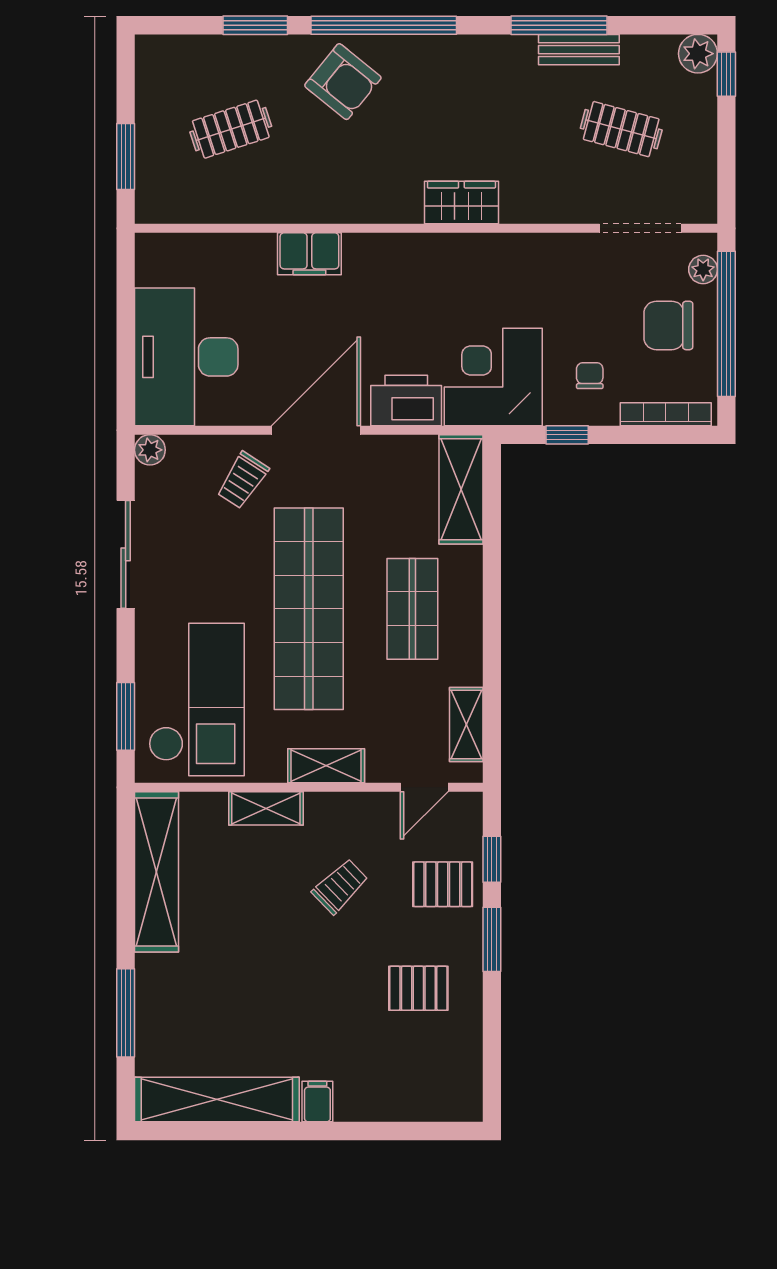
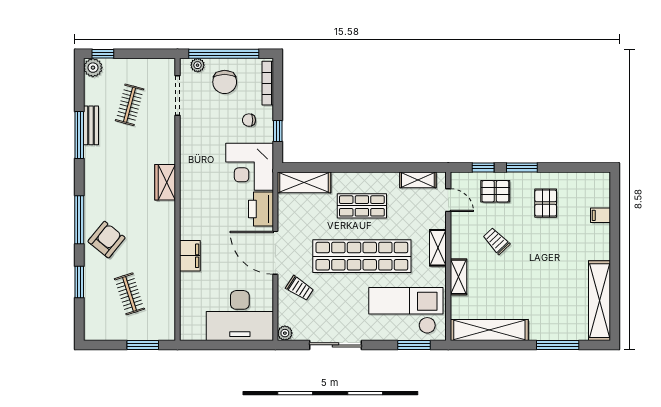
window: (384, 25) -> (79, 220), width x0.68
pallet: (443, 884) -> (495, 191), turned 90
filing cabinet: (317, 1102) -> (601, 215), moved

